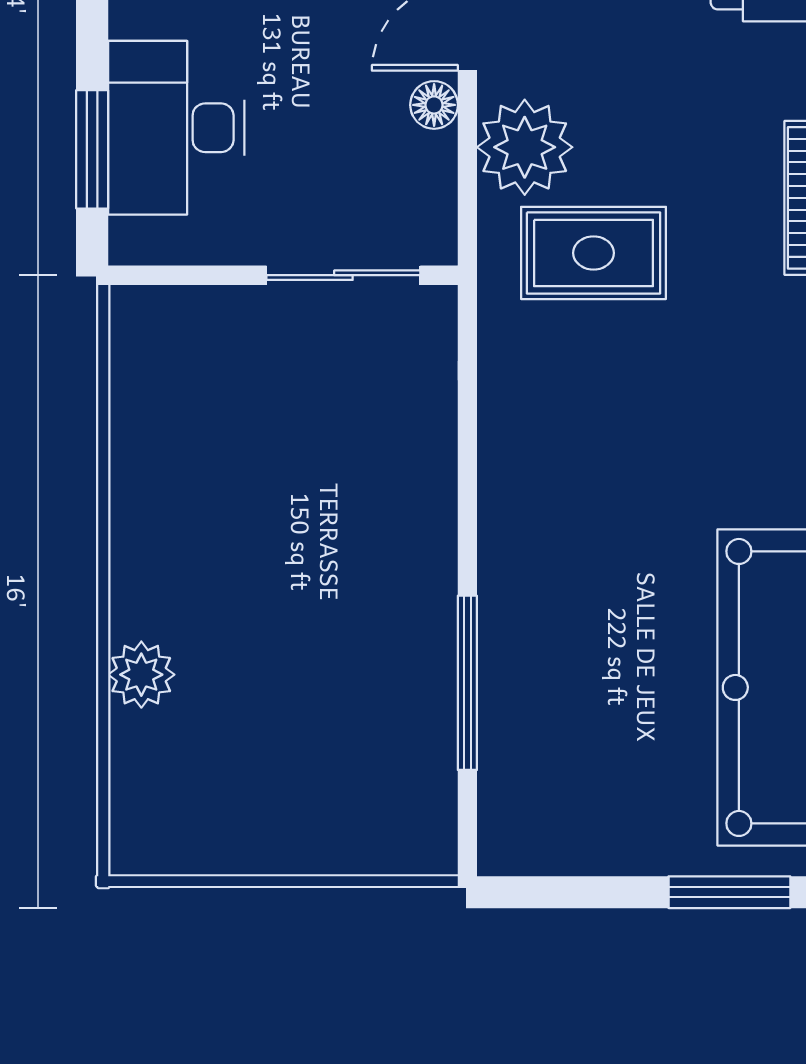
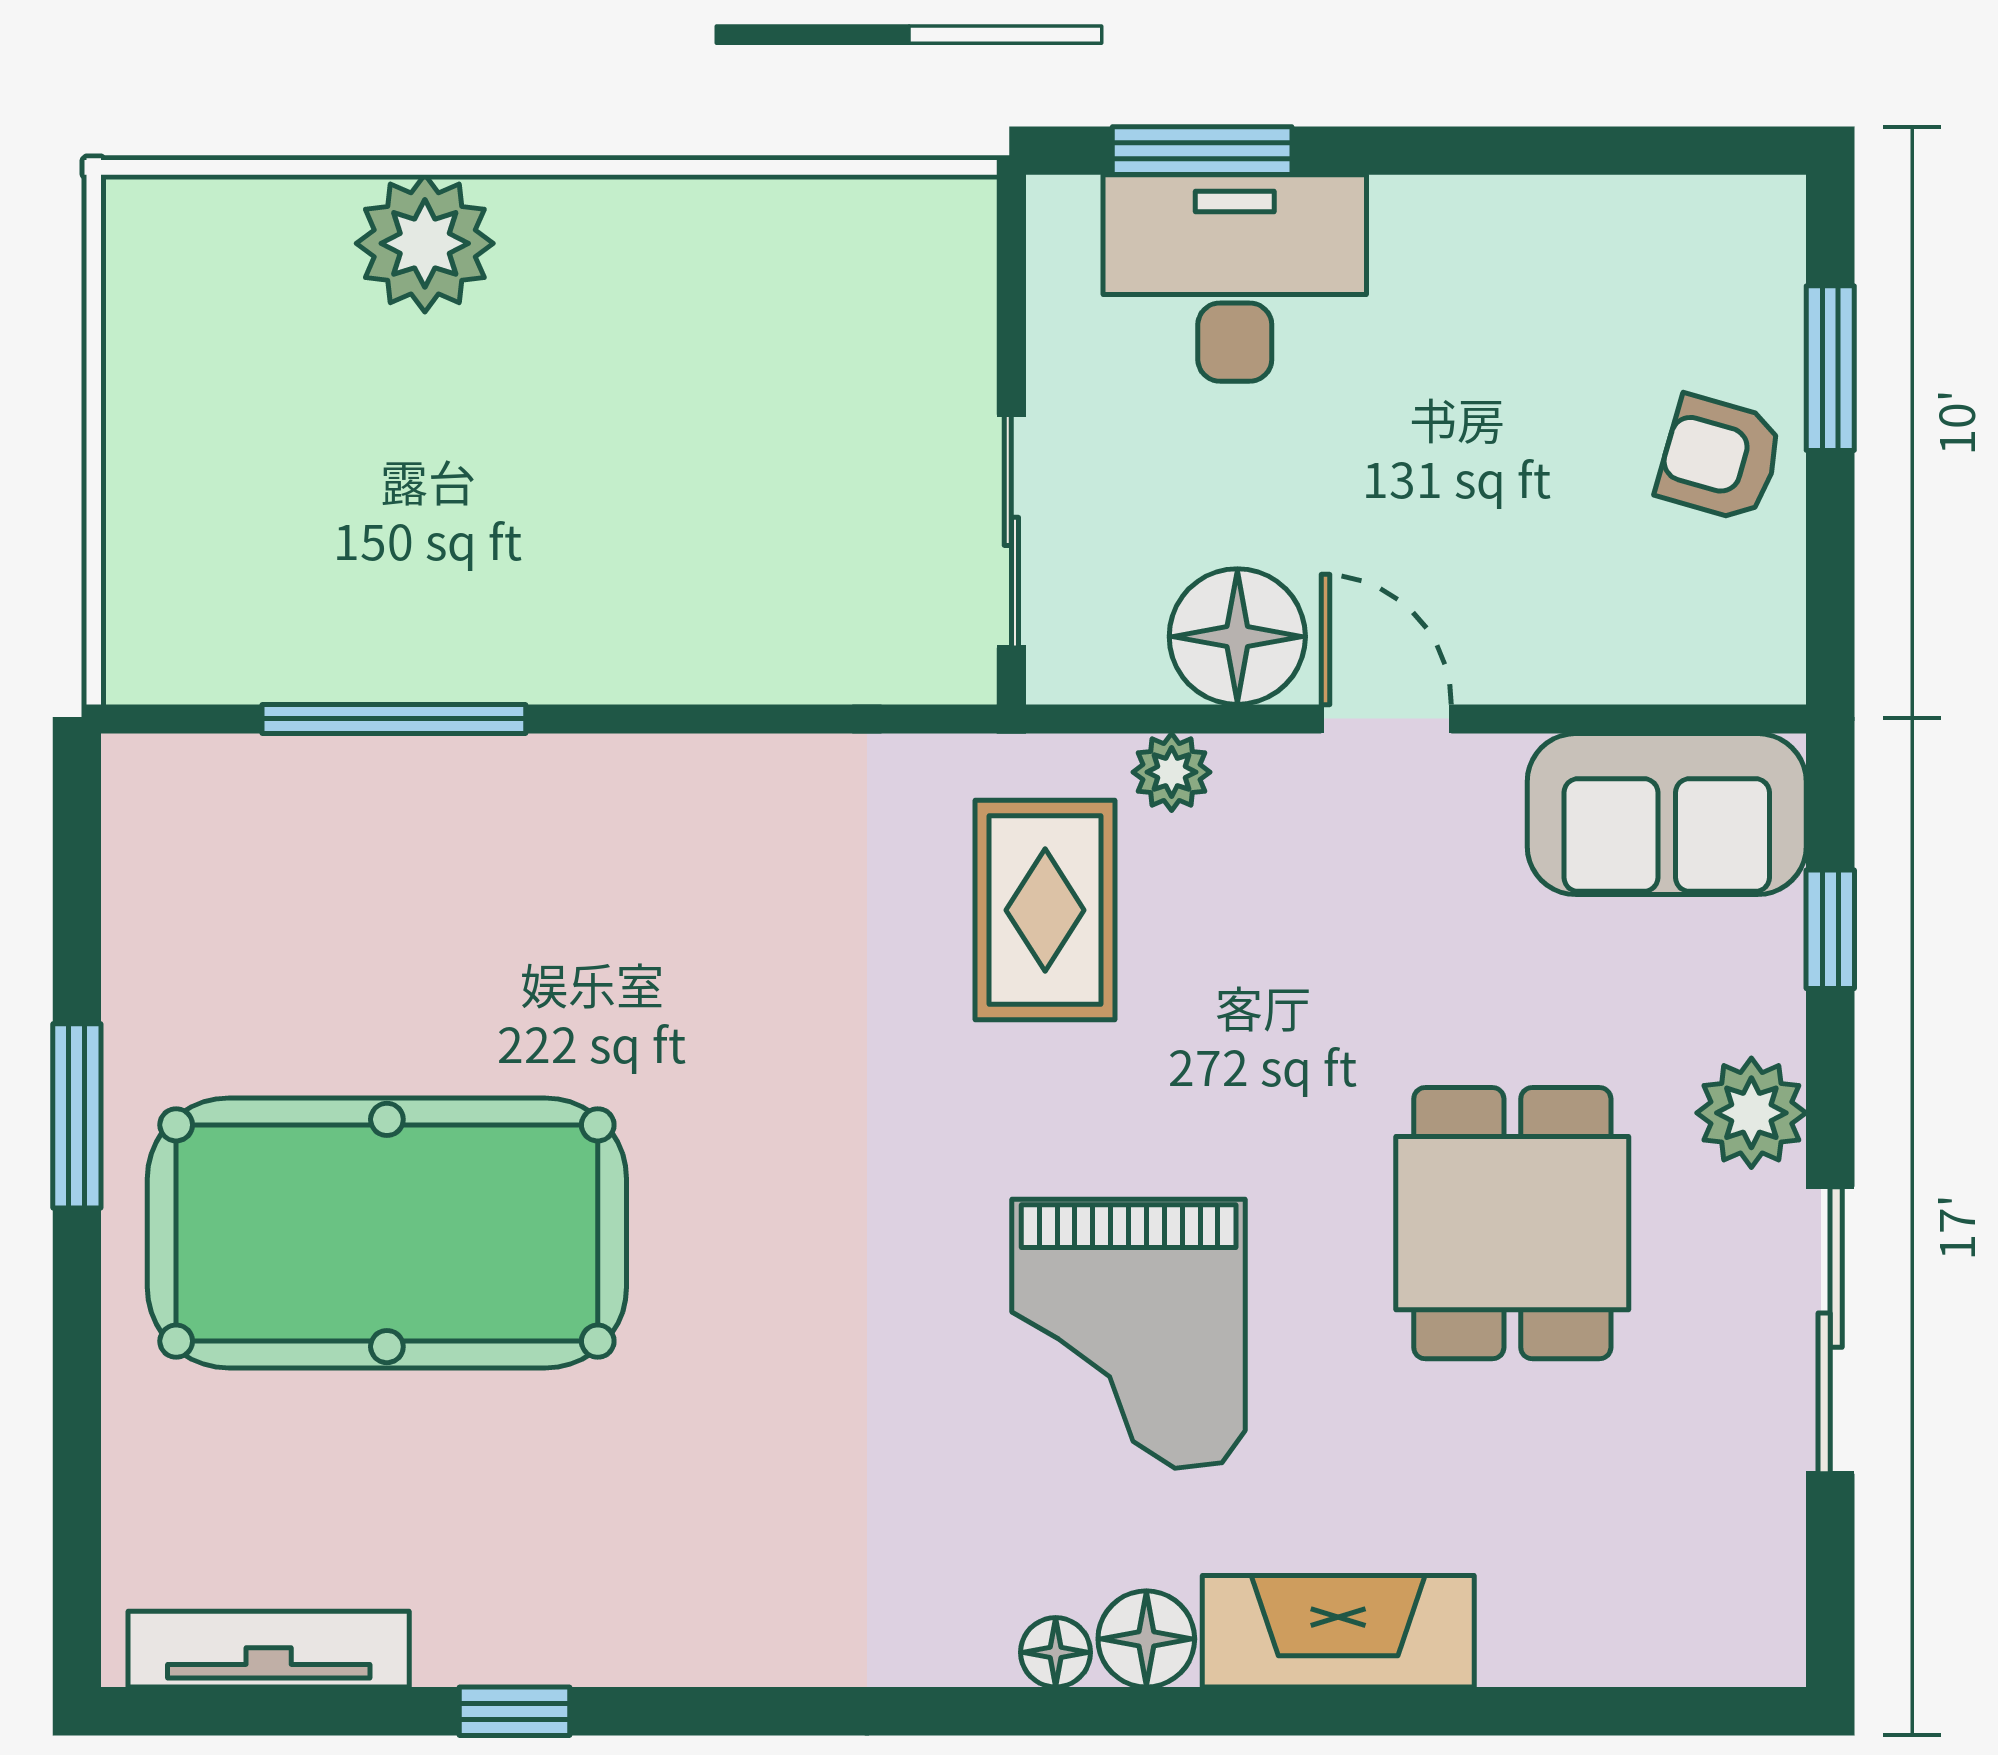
floor lamp: (434, 105) -> (1237, 637), width x1.89, depth x1.89
plant: (525, 147) -> (1172, 772), width x0.53, depth x0.53
plant: (141, 675) -> (425, 243), width x1.36, depth x1.36

